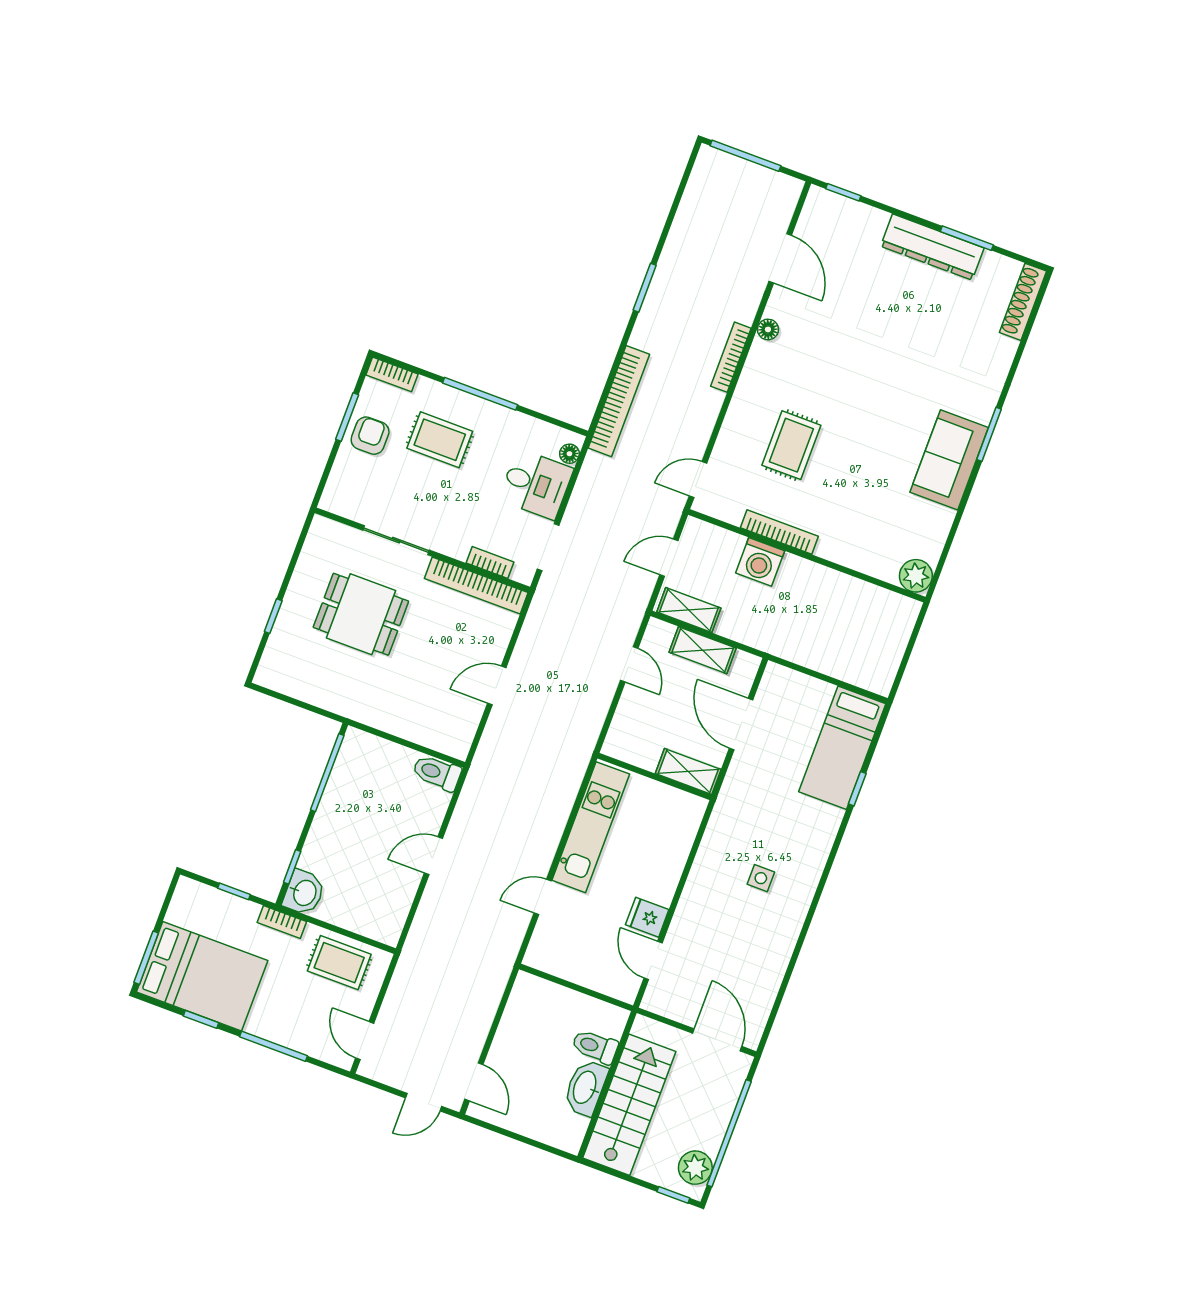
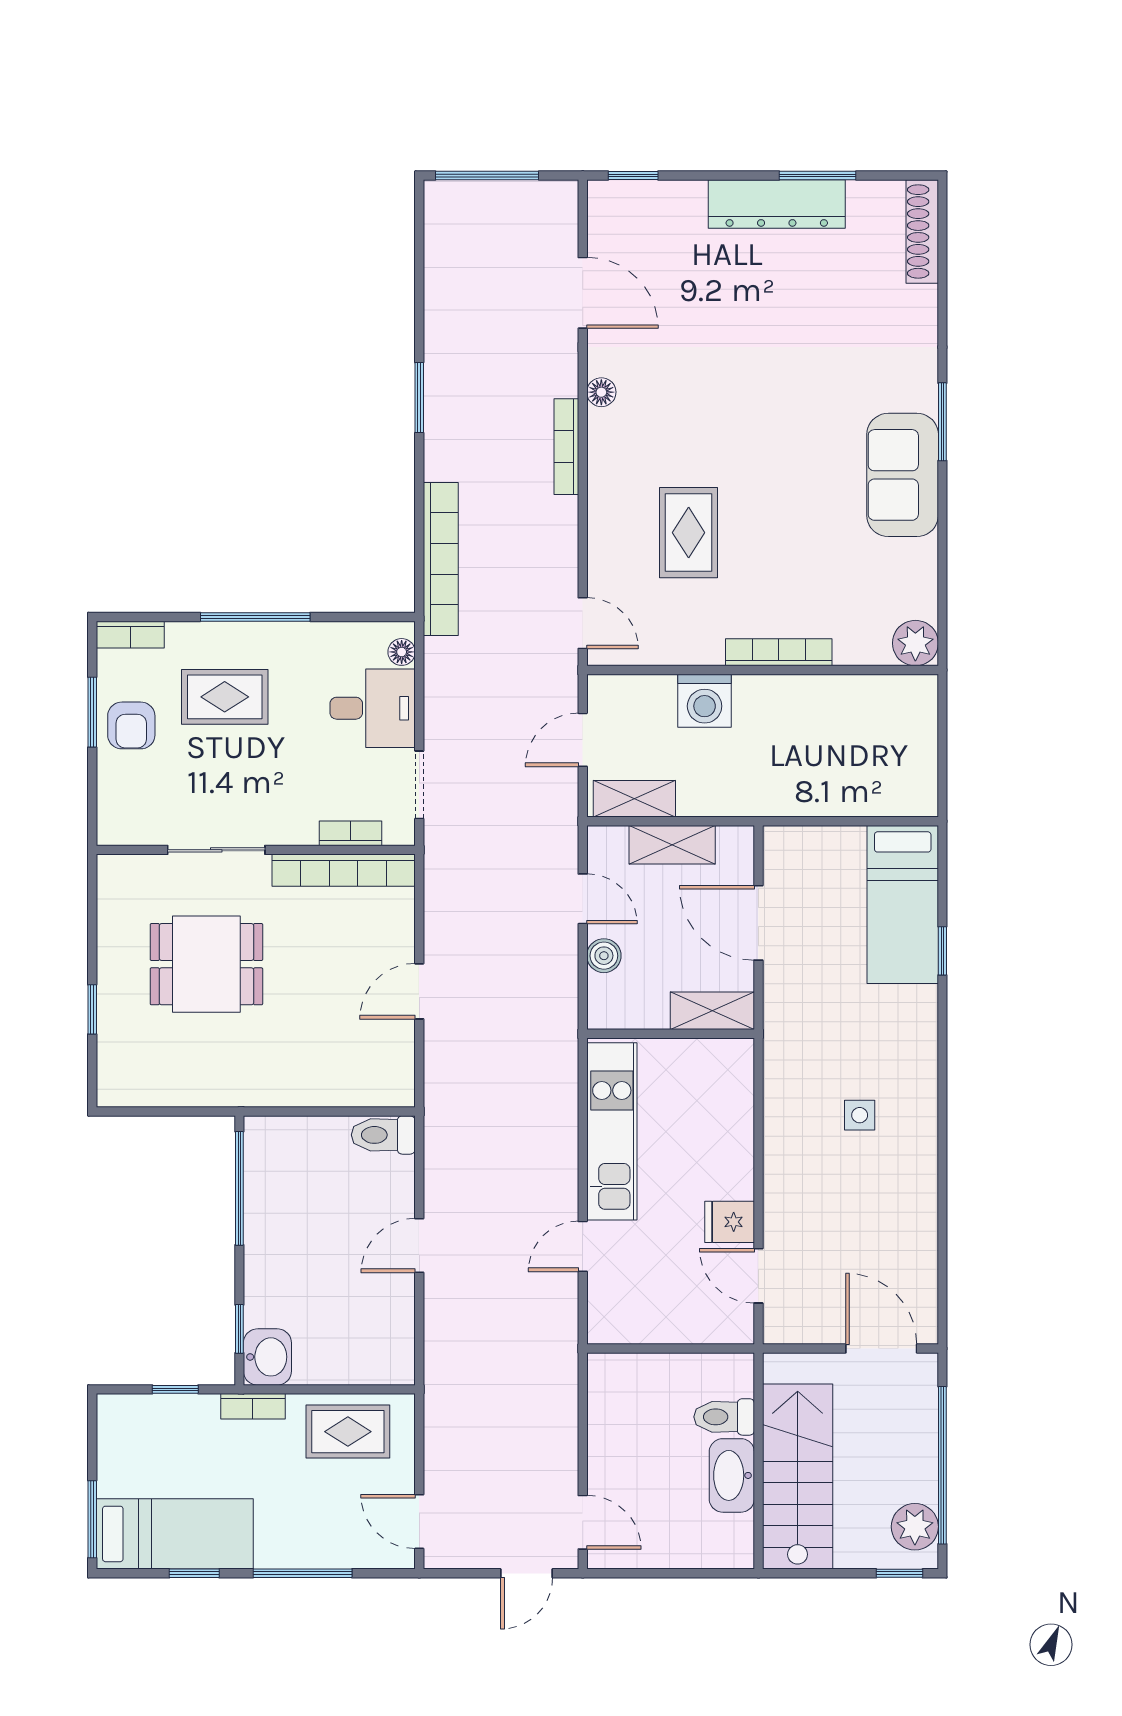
armchair: (370, 436) -> (131, 725), turned 180
door: (698, 480) -> (583, 623), swing flipped
bookcase: (779, 532) -> (779, 652), moved
boiler: (629, 708) -> (604, 956), added
bed: (202, 976) -> (175, 1534), width x0.67

